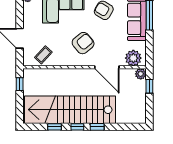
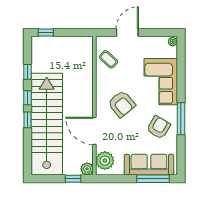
door: (107, 67) -> (94, 131), hinge flipped
window: (20, 84) -> (46, 33), moved
stairs: (70, 110) -> (47, 124), moved

